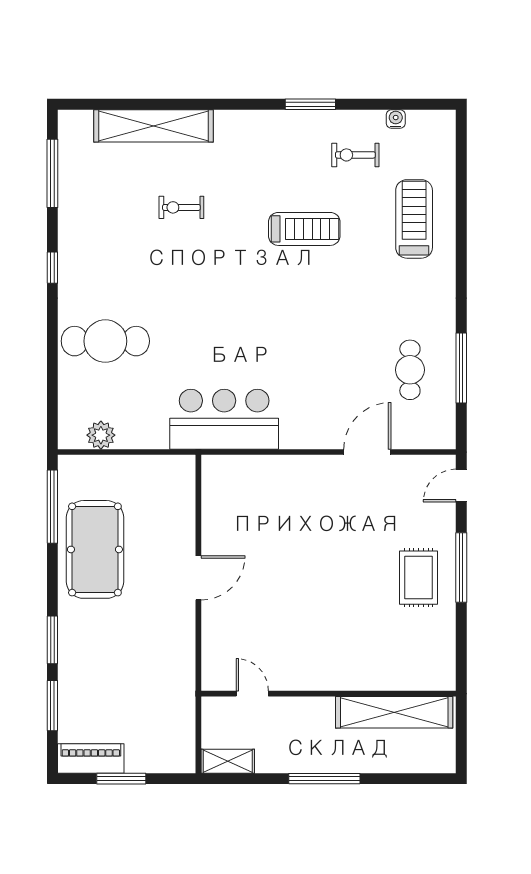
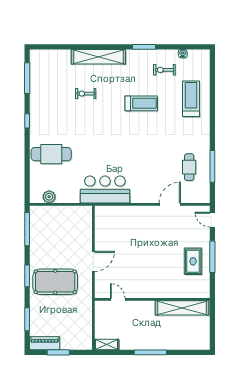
shelving: (154, 126) -> (98, 57), moved
door: (461, 486) -> (212, 220), hinge flipped
pool table: (95, 549) -> (55, 282), moved, turned 90
window: (52, 640) -> (27, 276), moved
door: (252, 694) -> (118, 299), moved
wall: (328, 694) -> (152, 299), moved
shelving: (394, 712) -> (182, 308), moved

